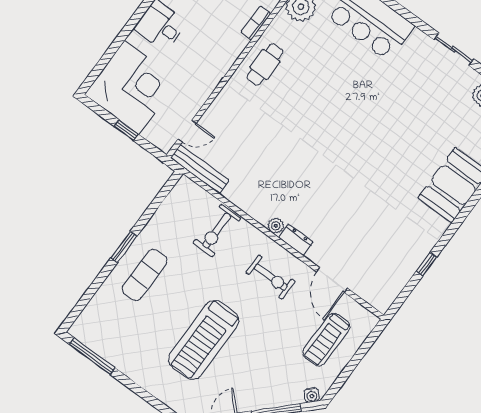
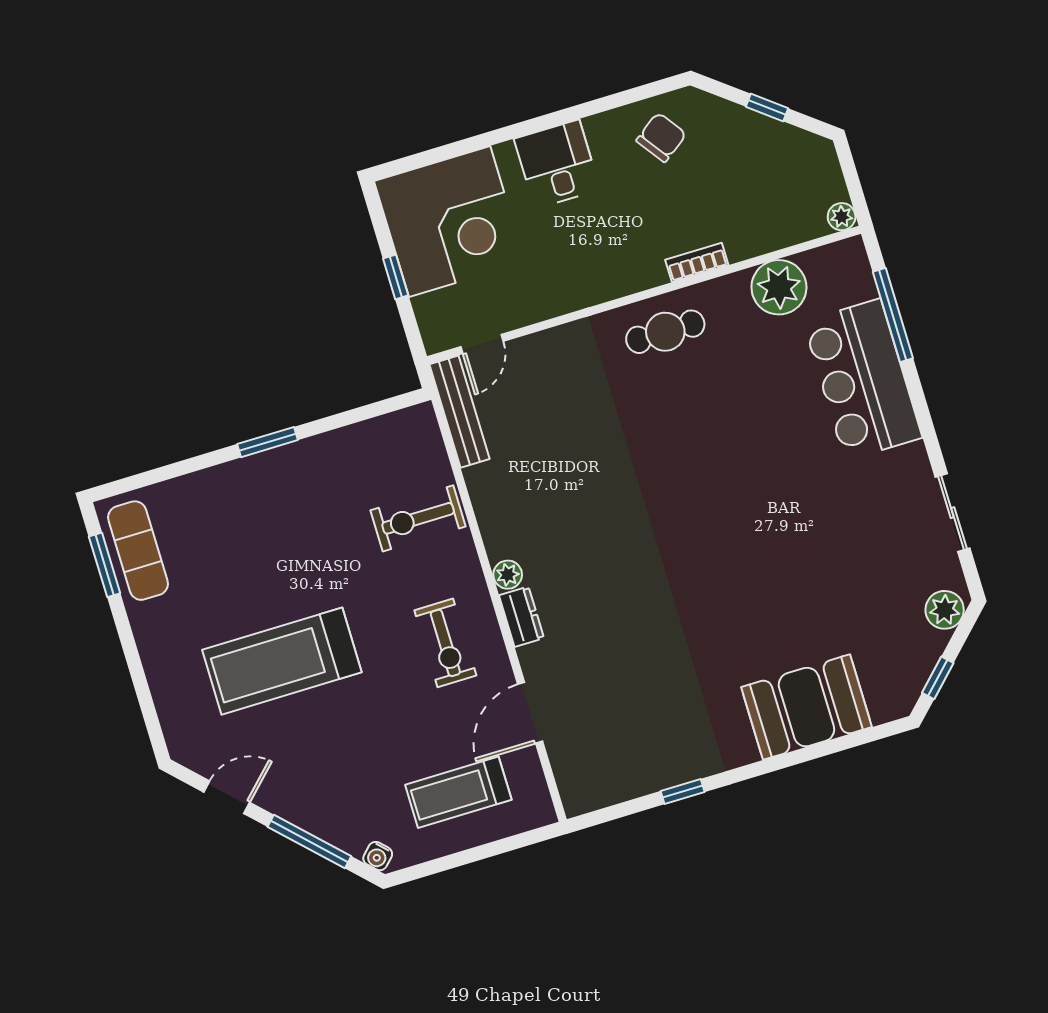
door: (187, 131) -> (482, 344), hinge flipped
exercise mat: (145, 275) -> (138, 551), moved, turned 90
window: (92, 356) -> (105, 565), width x0.69

